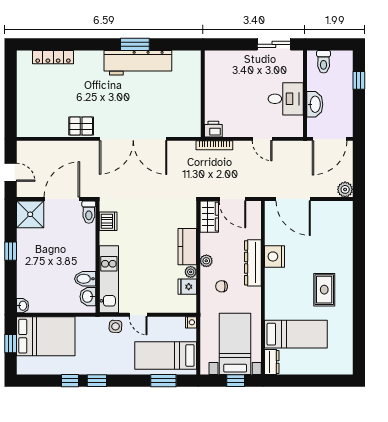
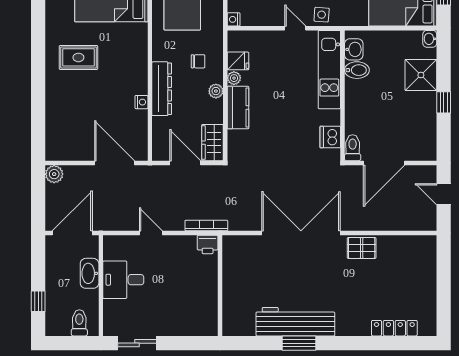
shower: (30, 214) -> (421, 75), moved
nightstand: (275, 256) -> (141, 102), width x0.53, depth x0.56
rug: (324, 290) -> (78, 57), turned 90

